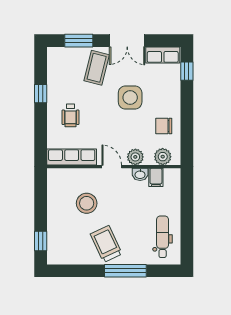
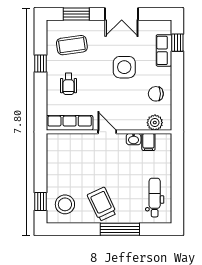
row of seats: (163, 55) -> (164, 50), moved, turned 90
coffee table: (97, 68) -> (72, 45), moved, turned 68
plant: (135, 157) -> (129, 123), removed
stool: (87, 203) -> (65, 204), moved

